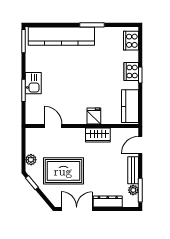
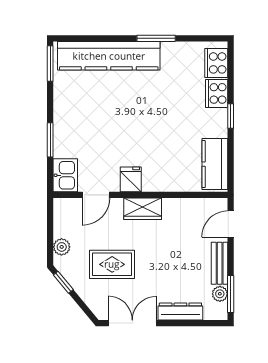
cooker: (131, 72) -> (217, 93), moved
kitchen sink: (33, 83) -> (65, 175), moved
fridge: (94, 116) -> (131, 179), moved
door: (53, 126) -> (96, 195), swing flipped
wardrobe: (98, 135) -> (143, 209), moved
rug: (63, 171) -> (112, 264), width x0.73, depth x0.70

